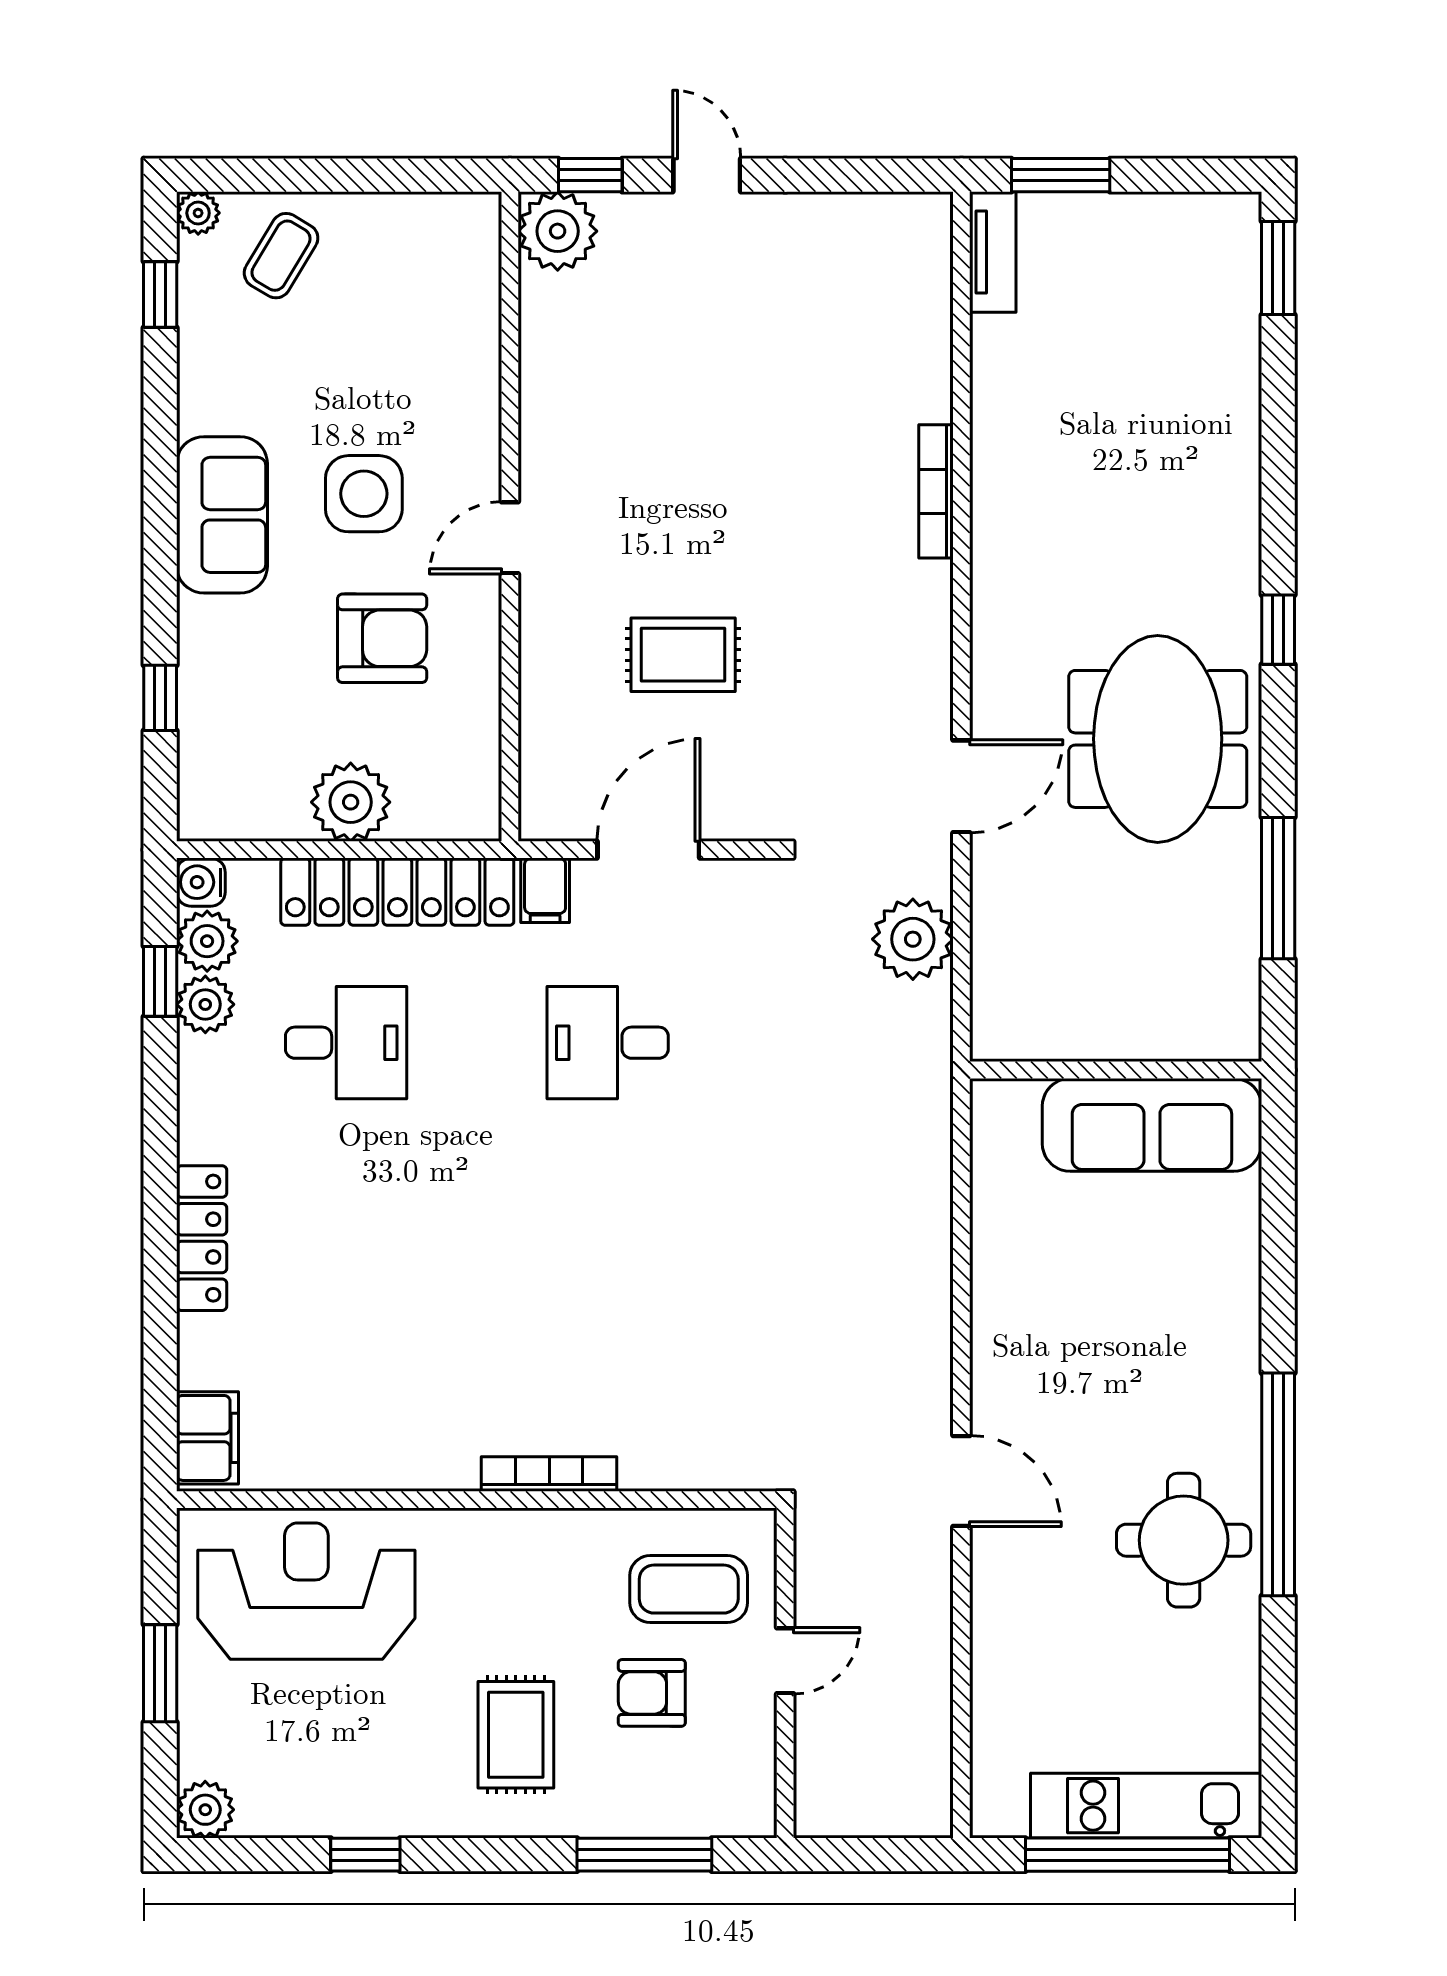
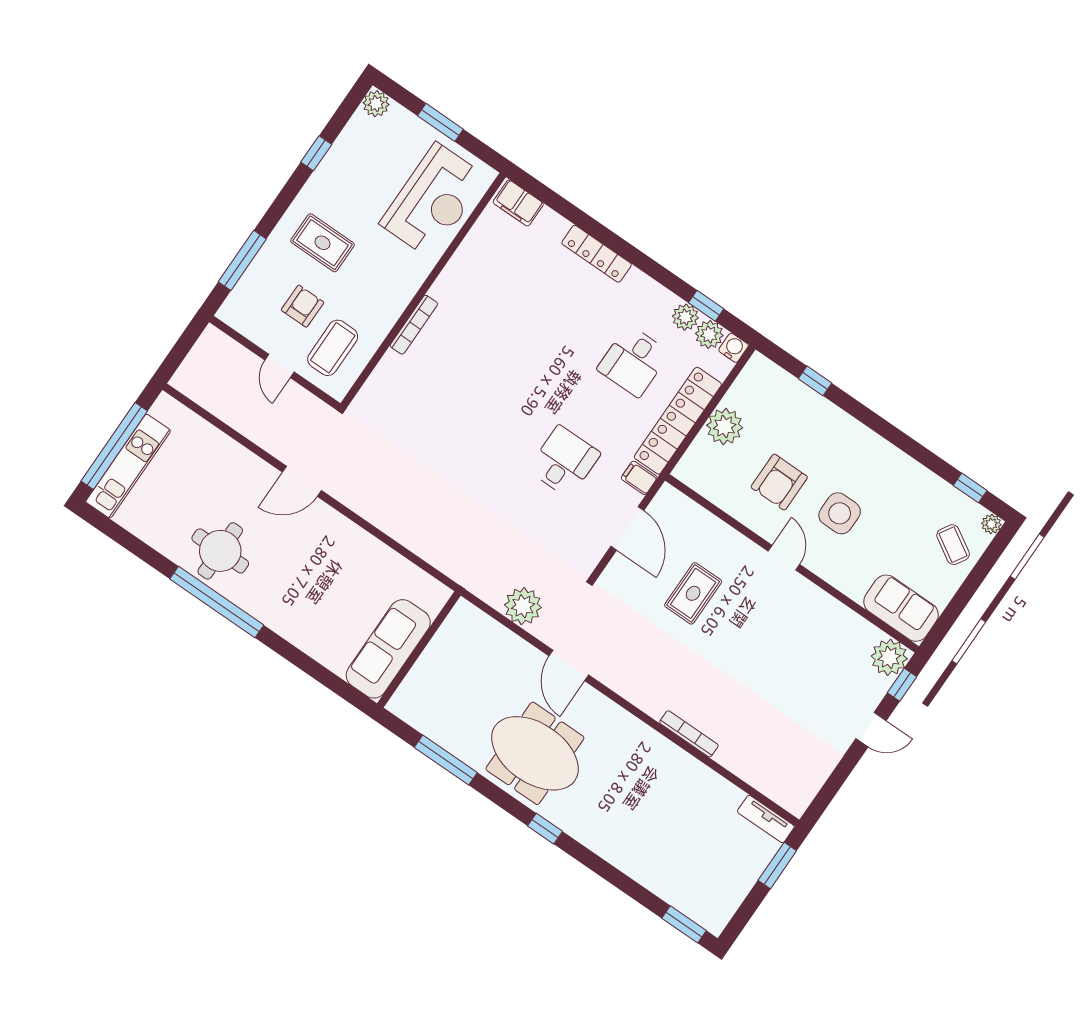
sofa: (222, 515) -> (901, 608), moved, turned 180

